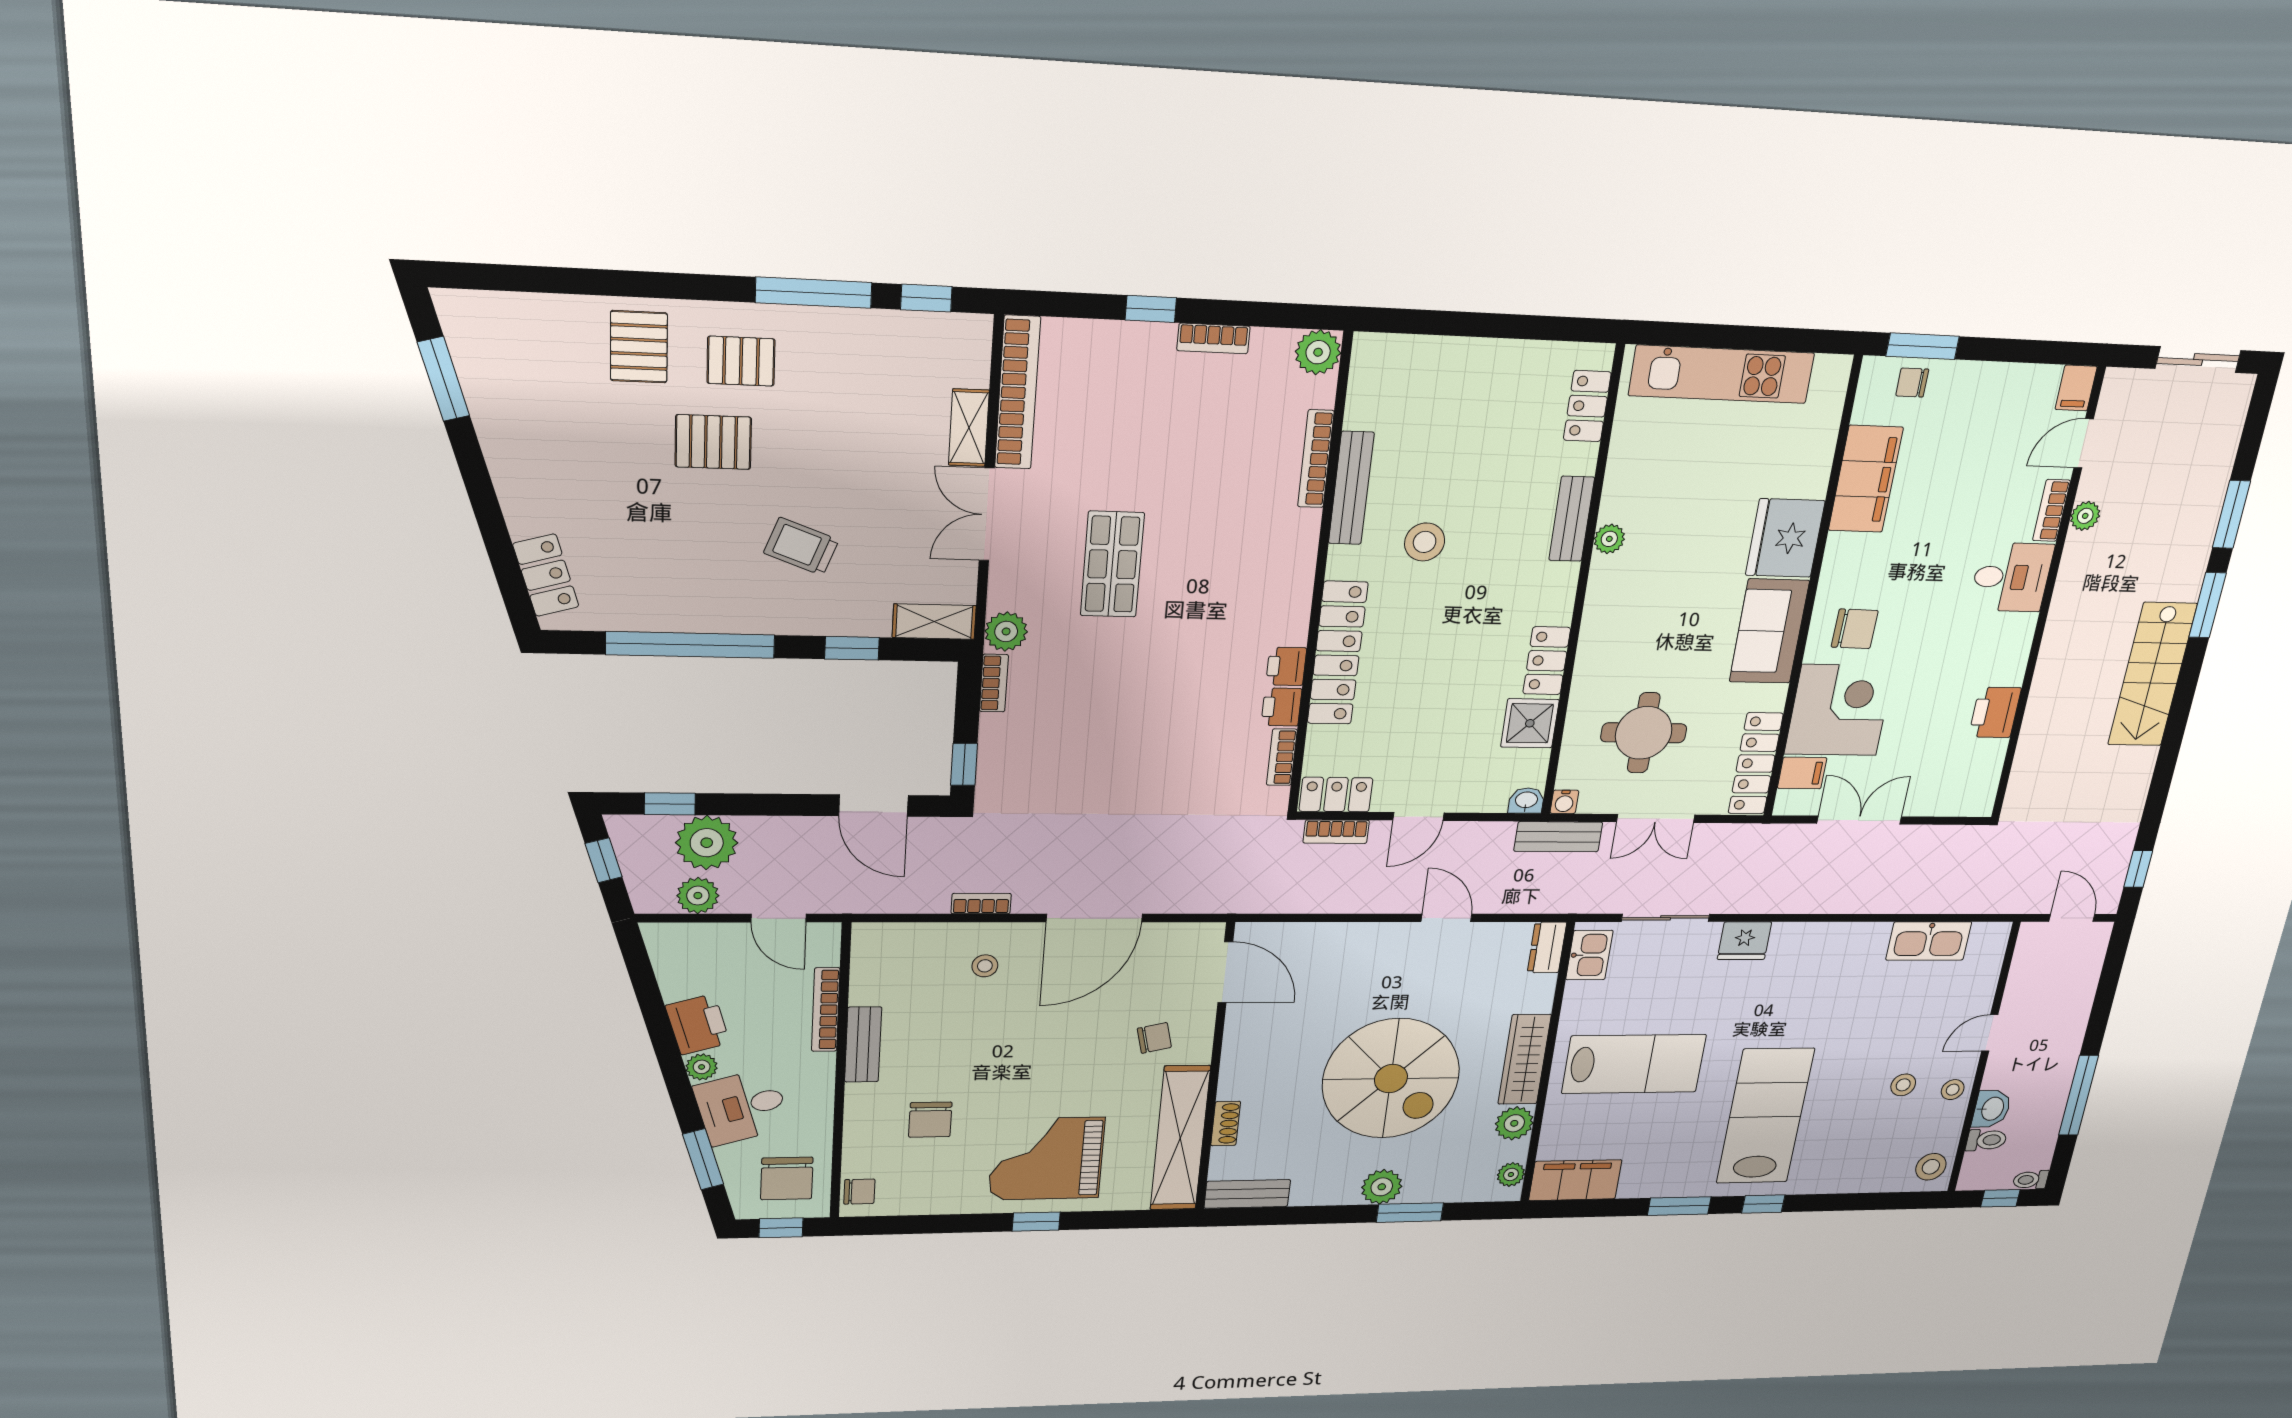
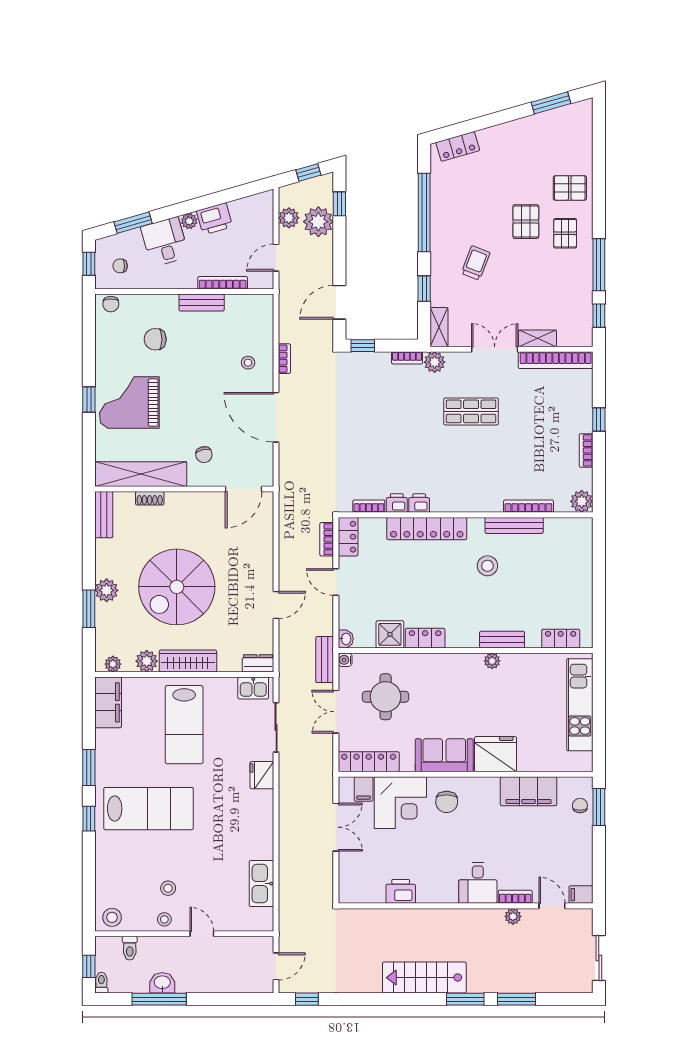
washbasin: (1992, 1109) -> (162, 983), moved, turned 180
grand piano: (1047, 1159) -> (129, 403), turned -90
chair: (787, 1178) -> (120, 266), width x0.54, depth x0.54

